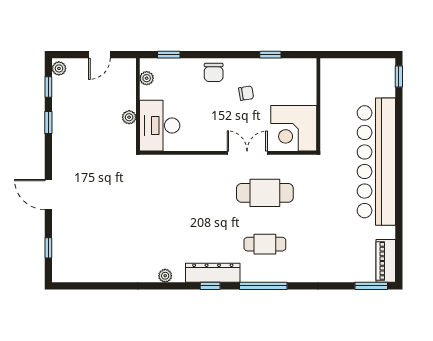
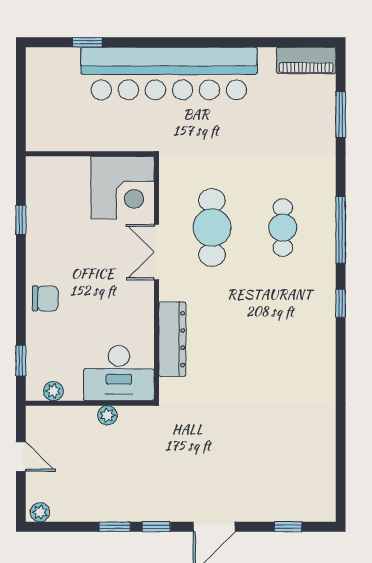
window: (399, 76) -> (87, 42), moved
window: (48, 87) -> (156, 527), moved
chair: (246, 93) -> (74, 253), removed
dresser: (213, 273) -> (172, 339), moved, turned 180
plant: (165, 276) -> (326, 365), removed
window: (371, 286) -> (341, 115), moved

